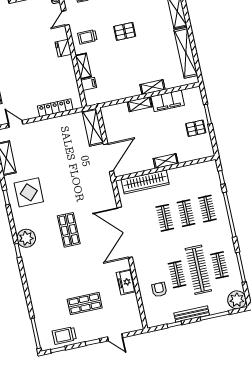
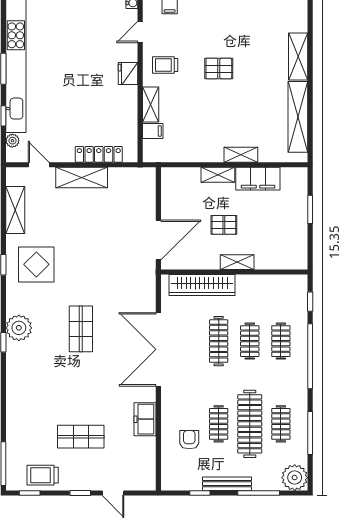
shelving: (93, 127) -> (82, 178), moved, turned 90
pallet: (196, 128) -> (224, 225), moved
clothes rail: (165, 218) -> (219, 341), width x1.36

